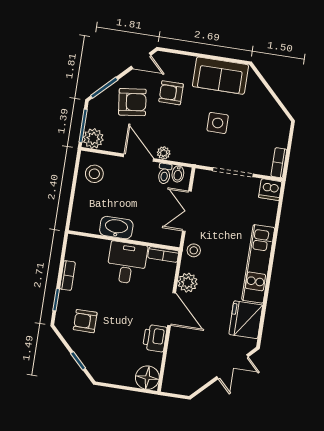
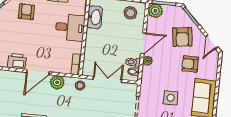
armchair: (171, 93) -> (190, 64), turned -90
washbasin: (116, 228) -> (95, 17), moved
desk: (127, 263) -> (70, 28), moved

